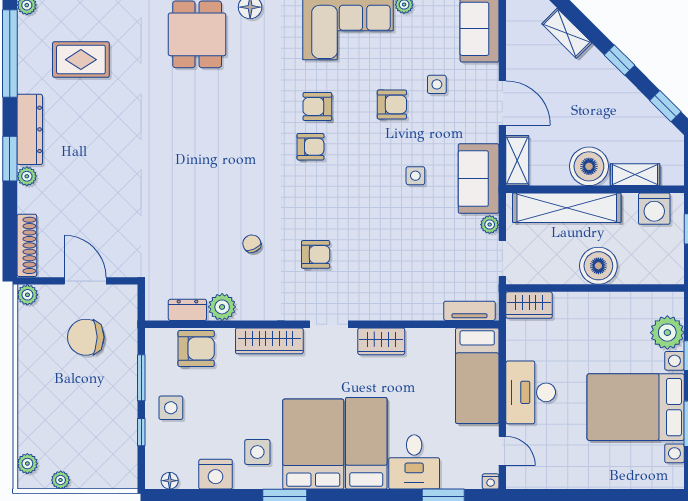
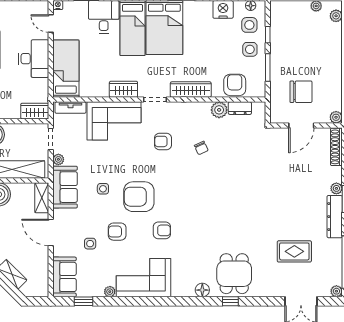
rug: (81, 60) -> (294, 251), moved
armchair: (310, 147) -> (139, 197), moved, width x1.88, depth x1.88
door: (85, 281) -> (301, 126), hinge flipped
corner sofa: (397, 289) -> (114, 121), added
armchair: (196, 349) -> (235, 85), turned 90
side table: (257, 452) -> (249, 25), moved

